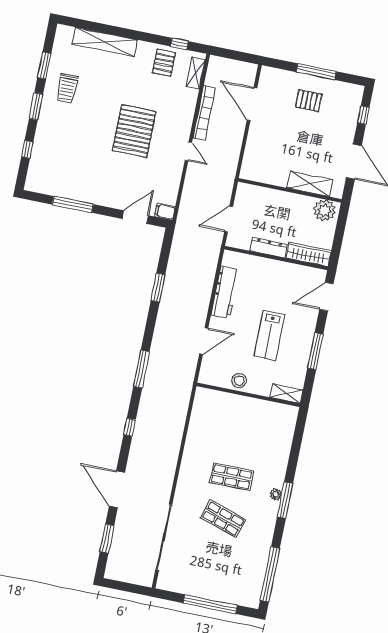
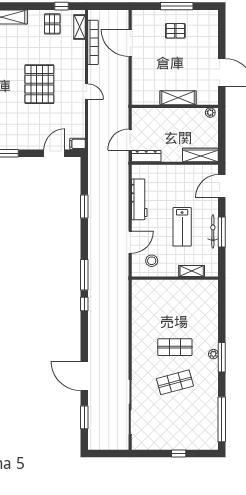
bookcase: (204, 113) -> (93, 42), moved
window: (363, 115) -> (222, 33), removed
shelving: (310, 184) -> (178, 98), moved
plant: (324, 210) -> (210, 113), width x0.53, depth x0.53
dresser: (269, 248) -> (146, 156), moved
bicycle: (305, 348) -> (213, 231), added
stool: (239, 381) -> (152, 261), moved
shelving: (286, 394) -> (192, 271), moved
window: (130, 427) -> (84, 304), moved
shop shelf: (223, 519) -> (175, 382), turned -33
window: (210, 604) -> (179, 453), width x0.32

